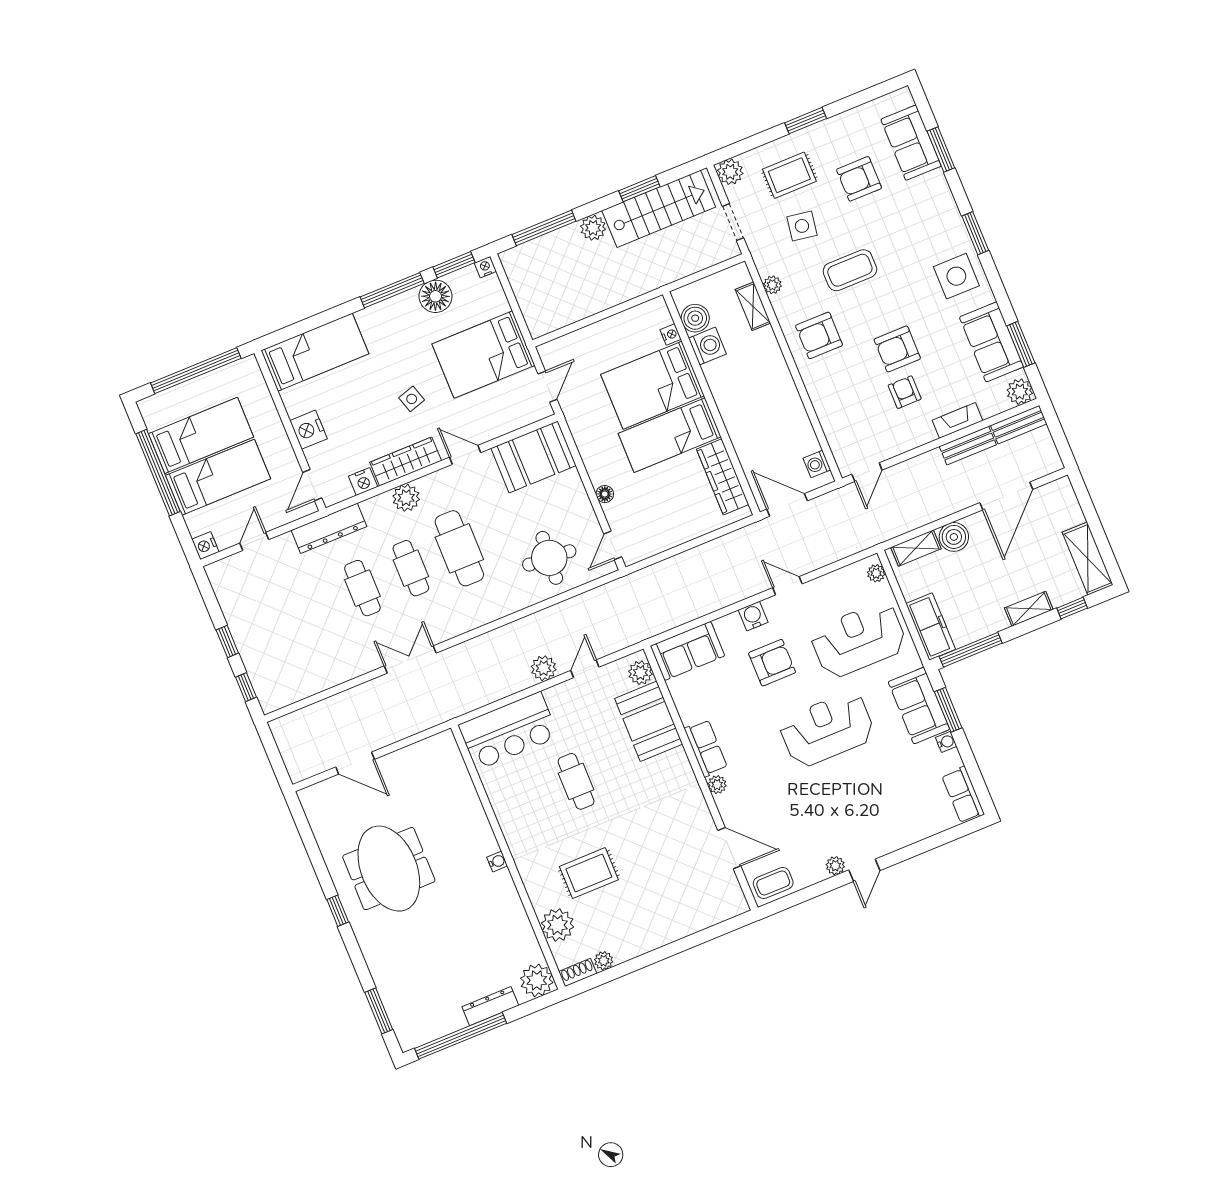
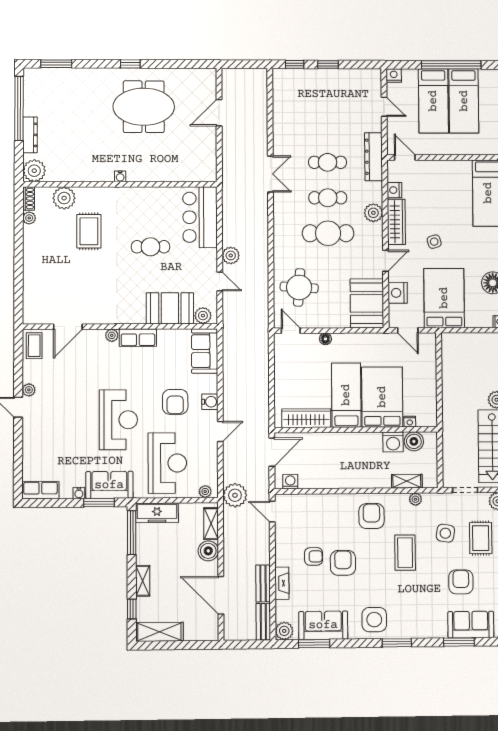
nightstand: (308, 430) -> (398, 293), moved, turned -90
plant: (865, 531) -> (235, 495), added

